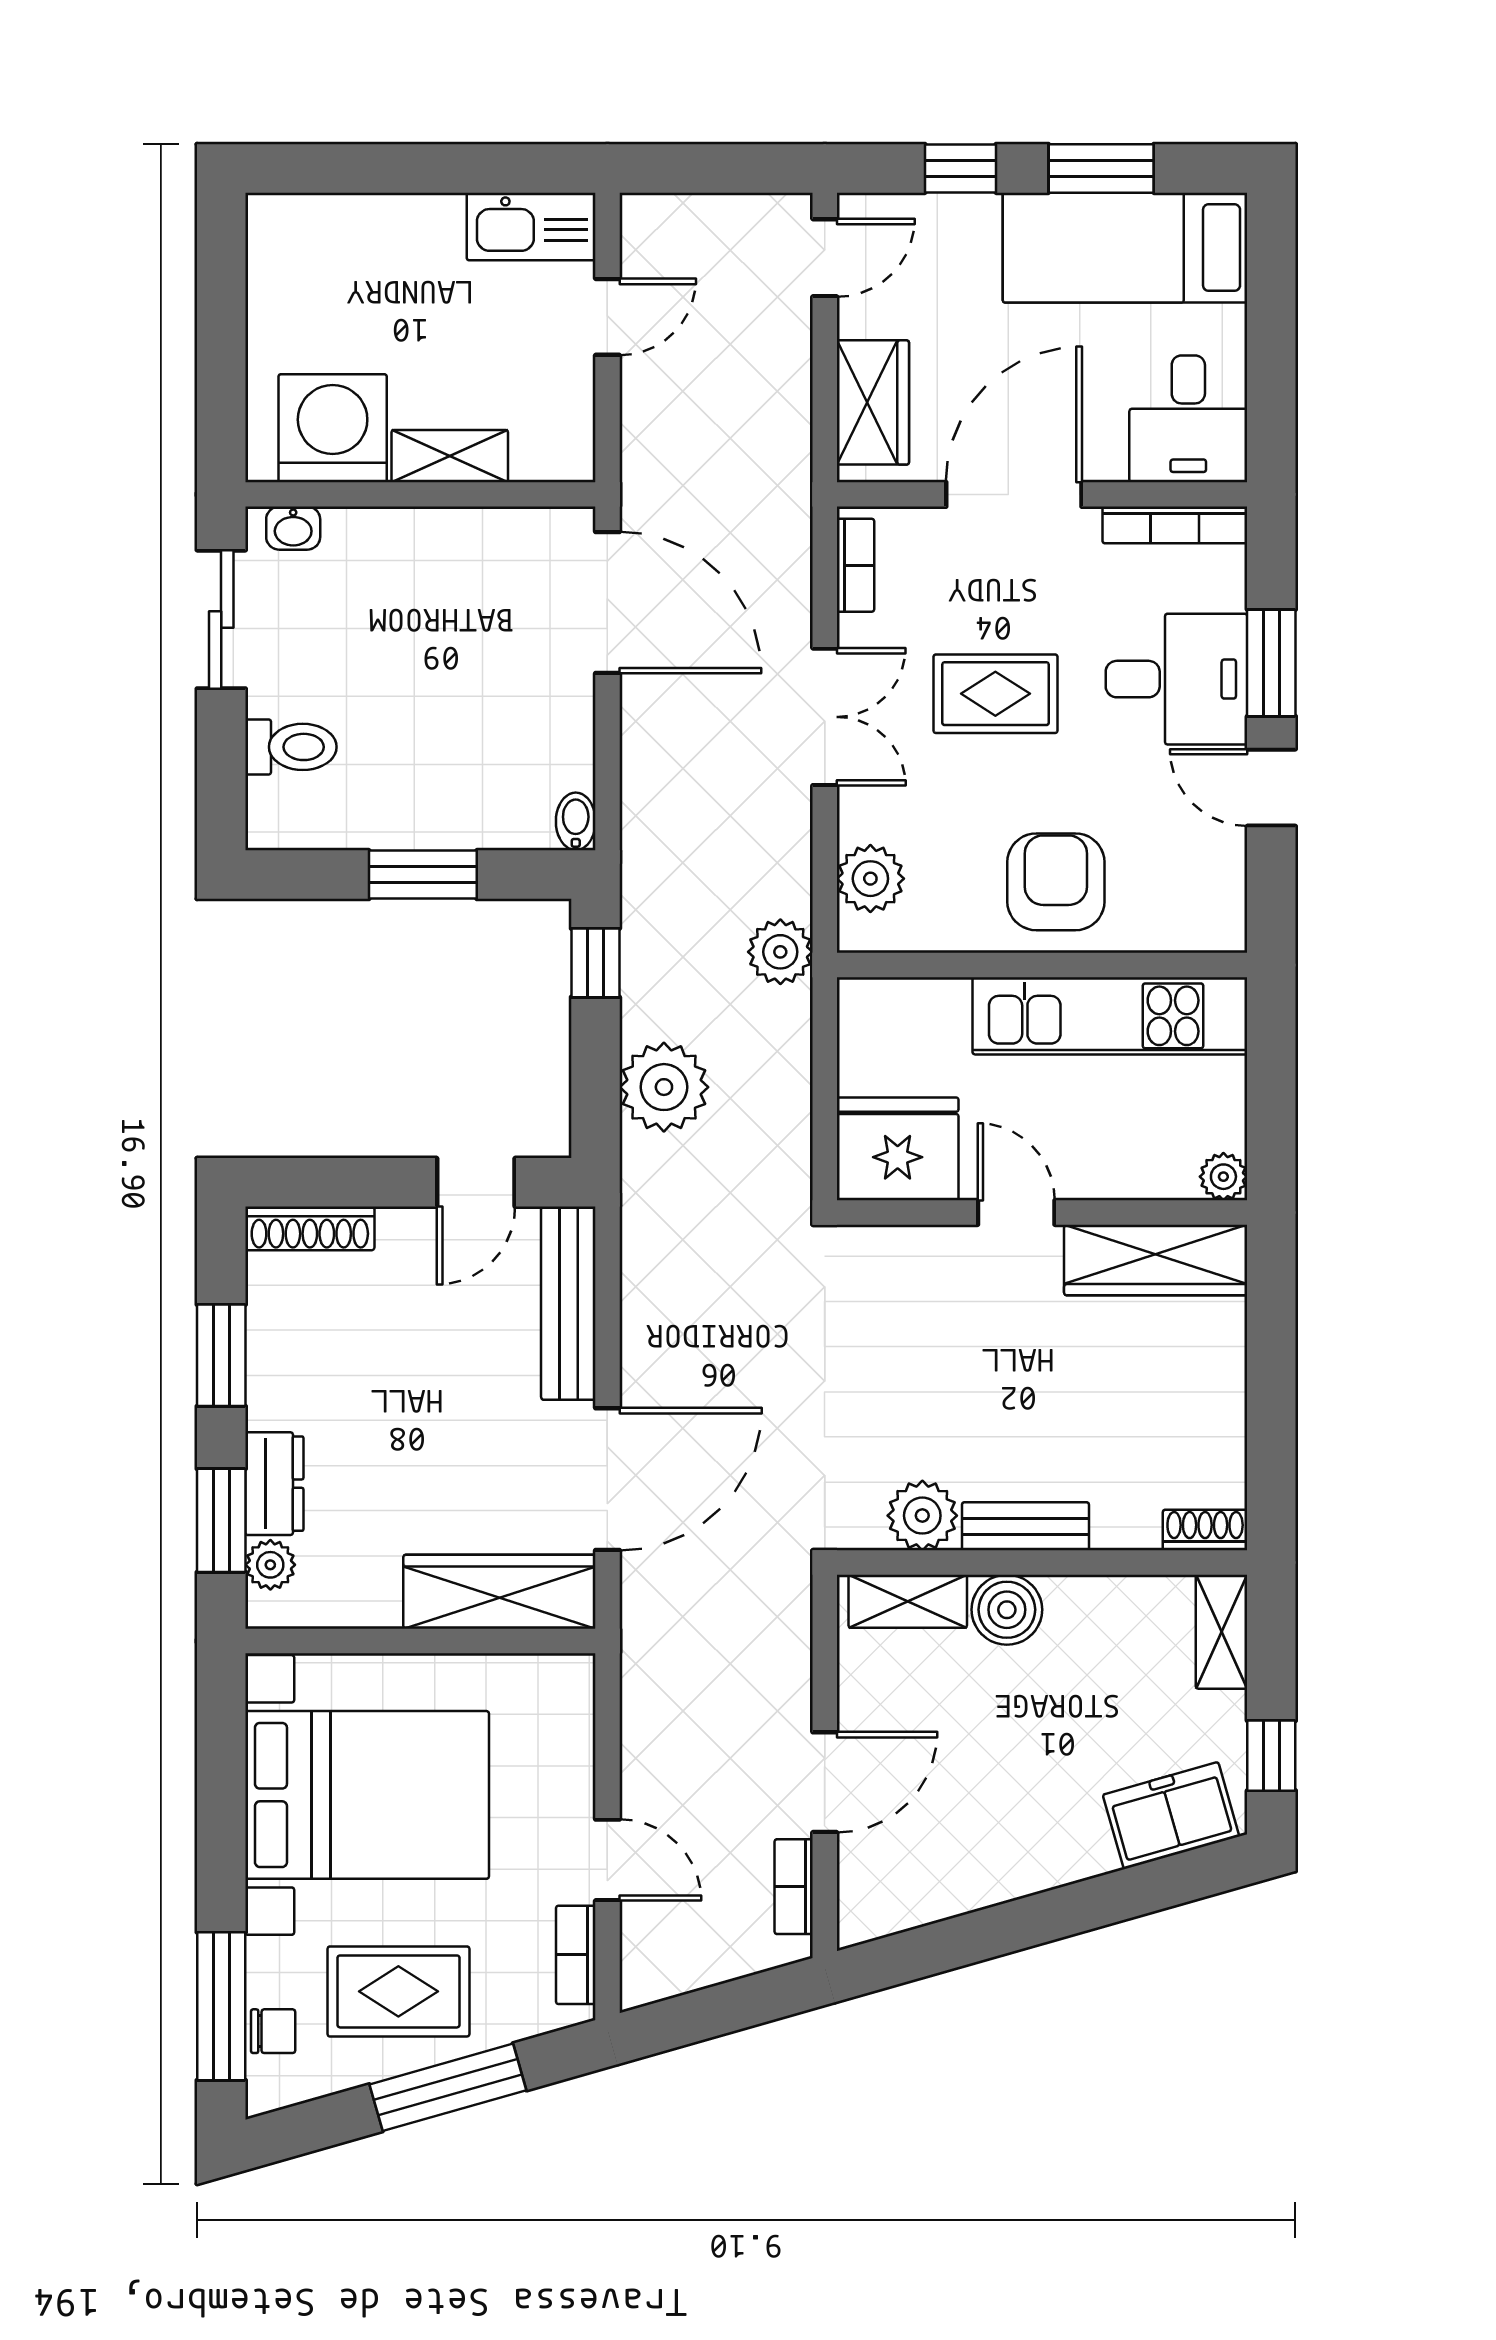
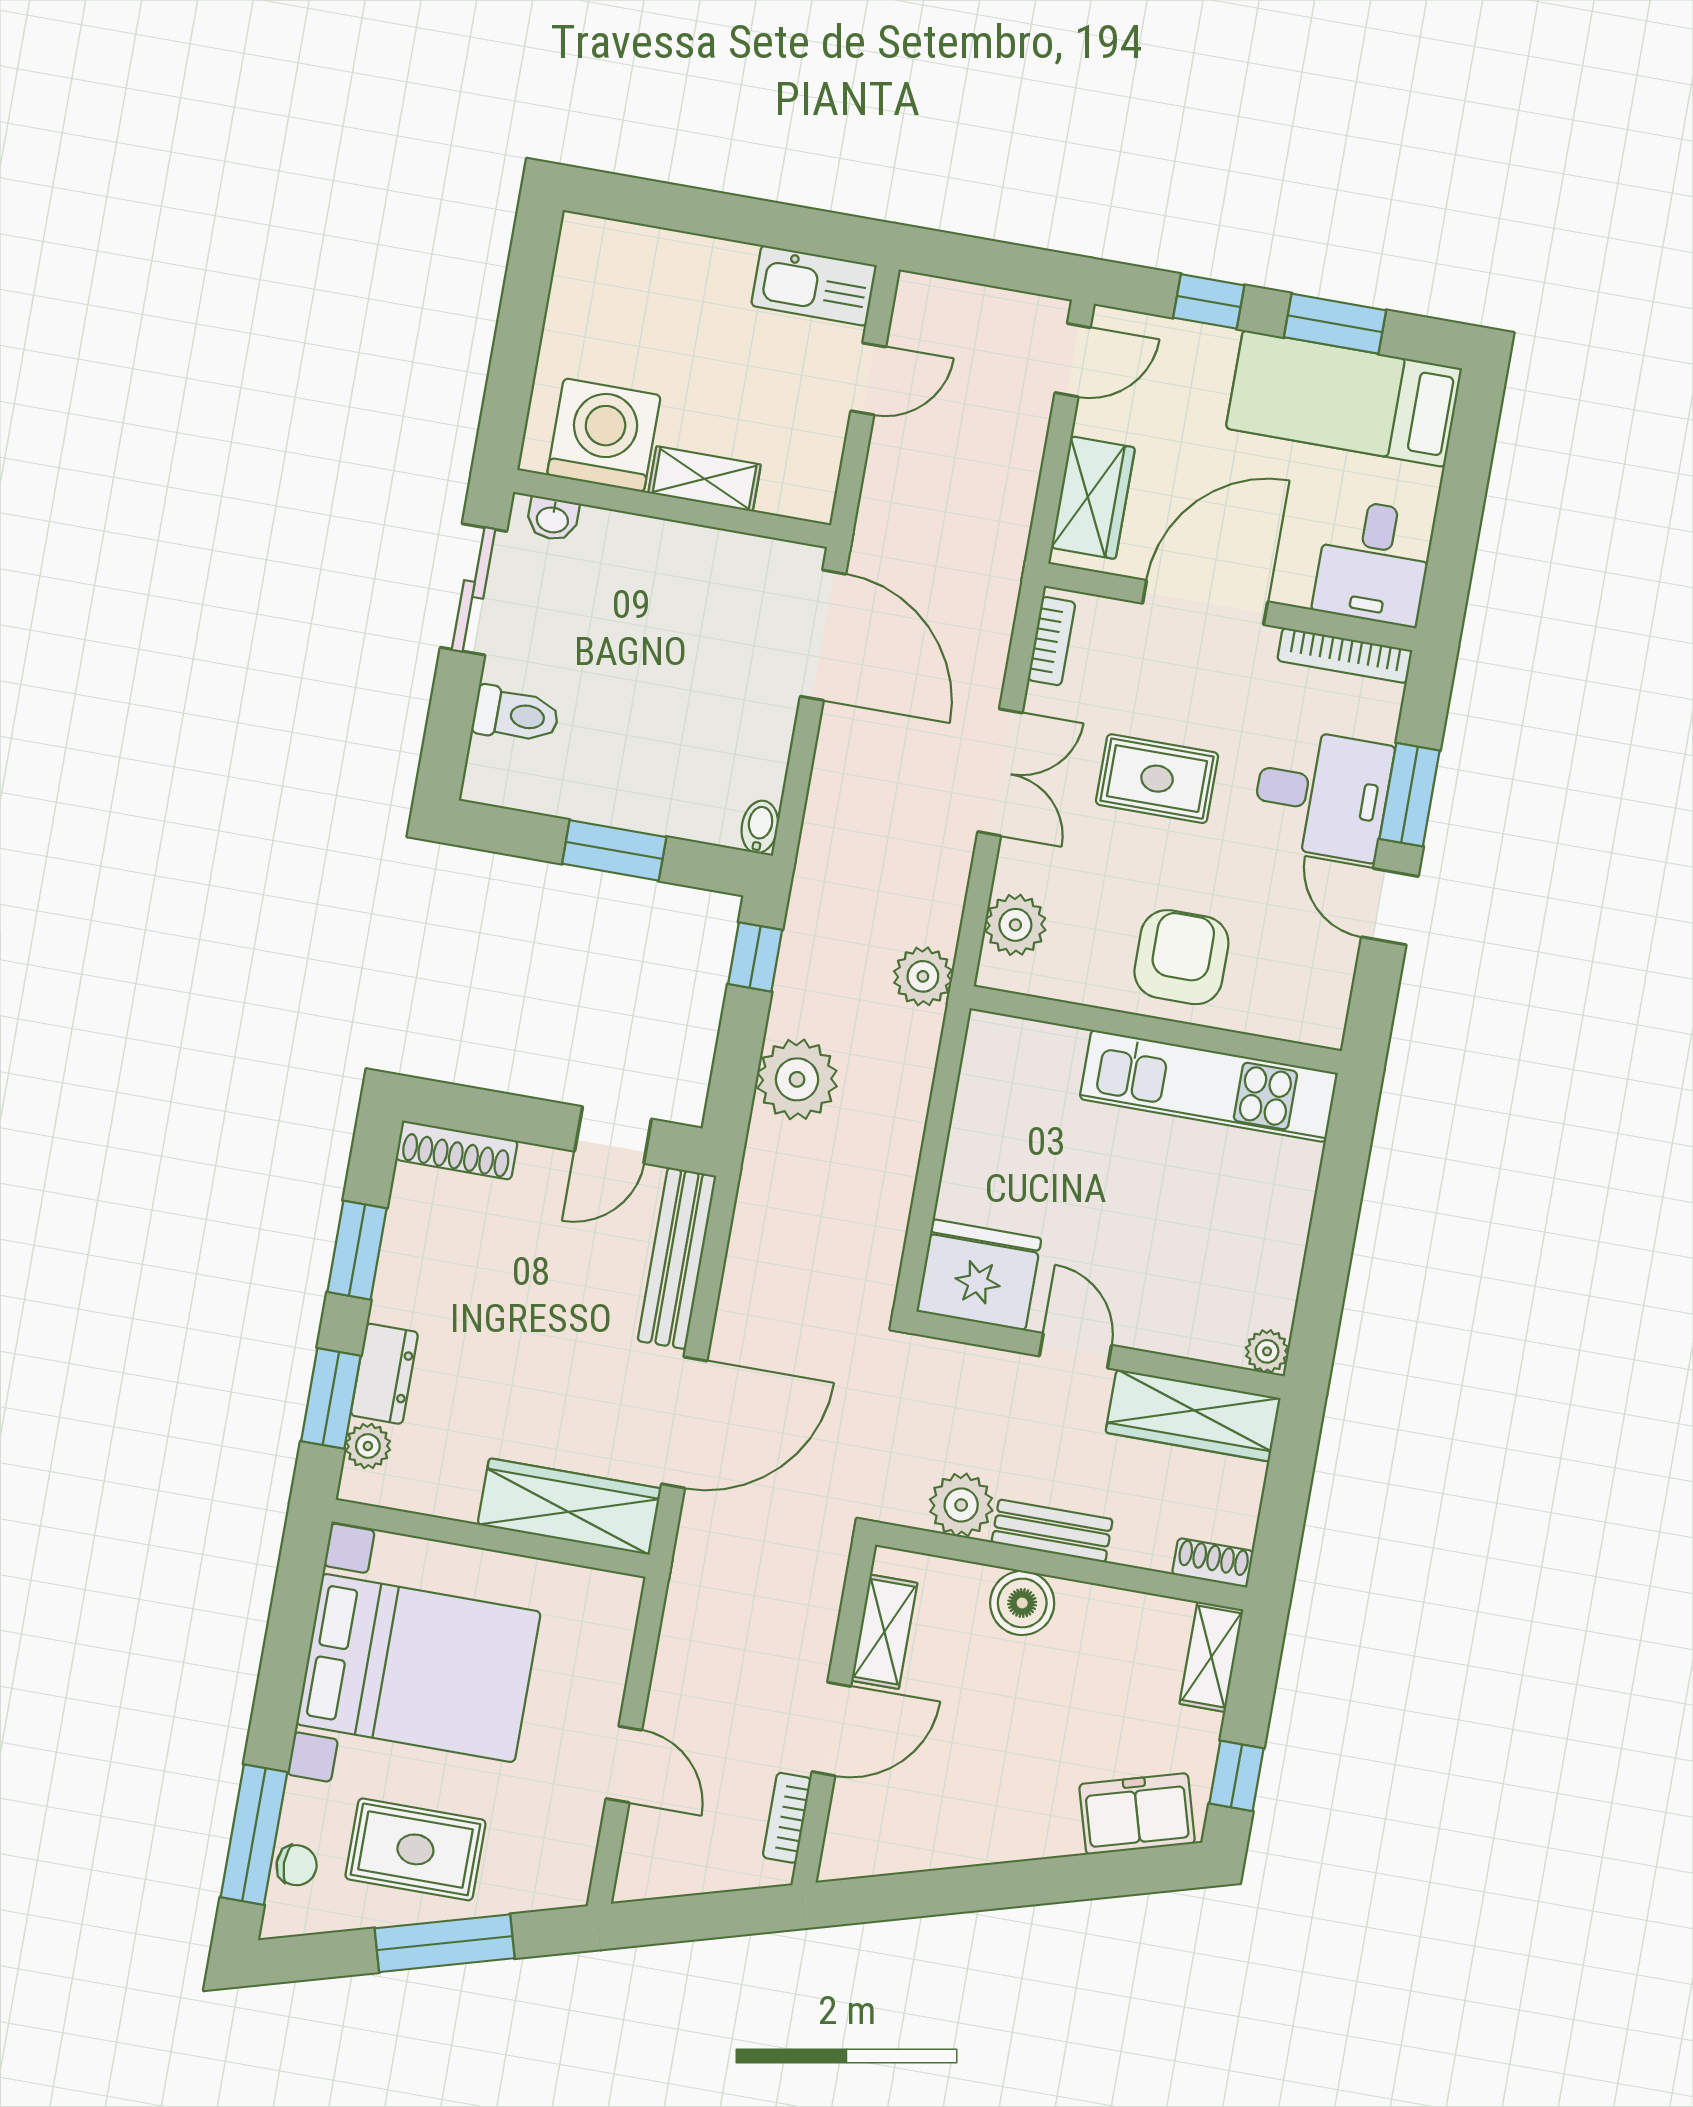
fridge: (898, 1149) -> (979, 1275), moved
plant: (1223, 1177) -> (1267, 1351), moved
door: (1016, 1212) -> (1075, 1351), moved
wall: (1042, 1212) -> (1098, 1355), moved
wardrobe: (1156, 1260) -> (1193, 1415), moved
shelving: (908, 1601) -> (884, 1632), moved, turned 90
bookcase: (576, 1955) -> (580, 1845), removed

